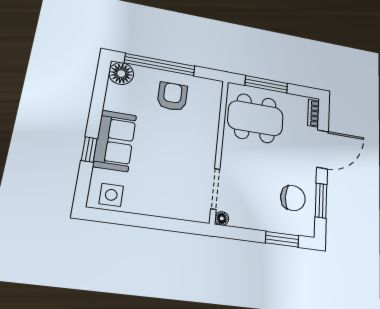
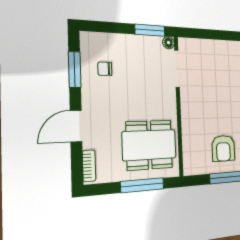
door: (323, 149) -> (76, 126), width x0.73
chair: (293, 198) -> (105, 69), width x0.54, depth x0.54
window: (282, 239) -> (150, 30), moved

